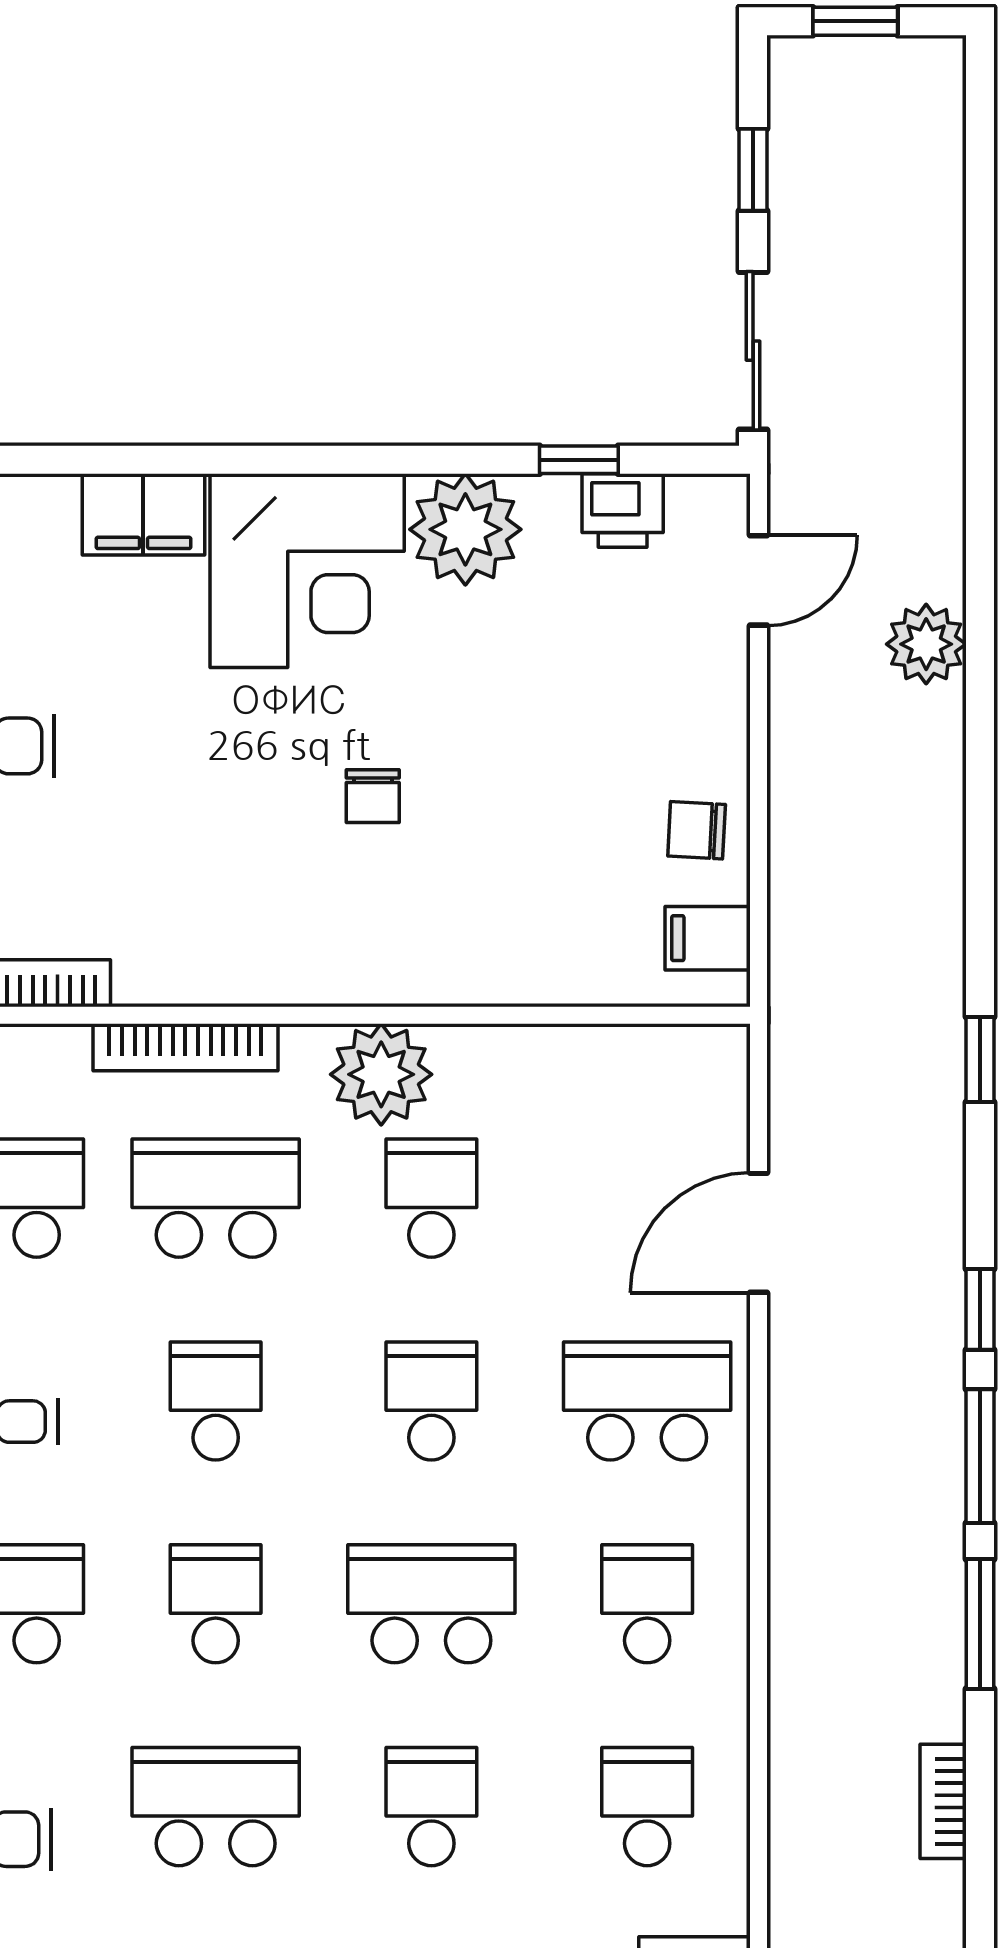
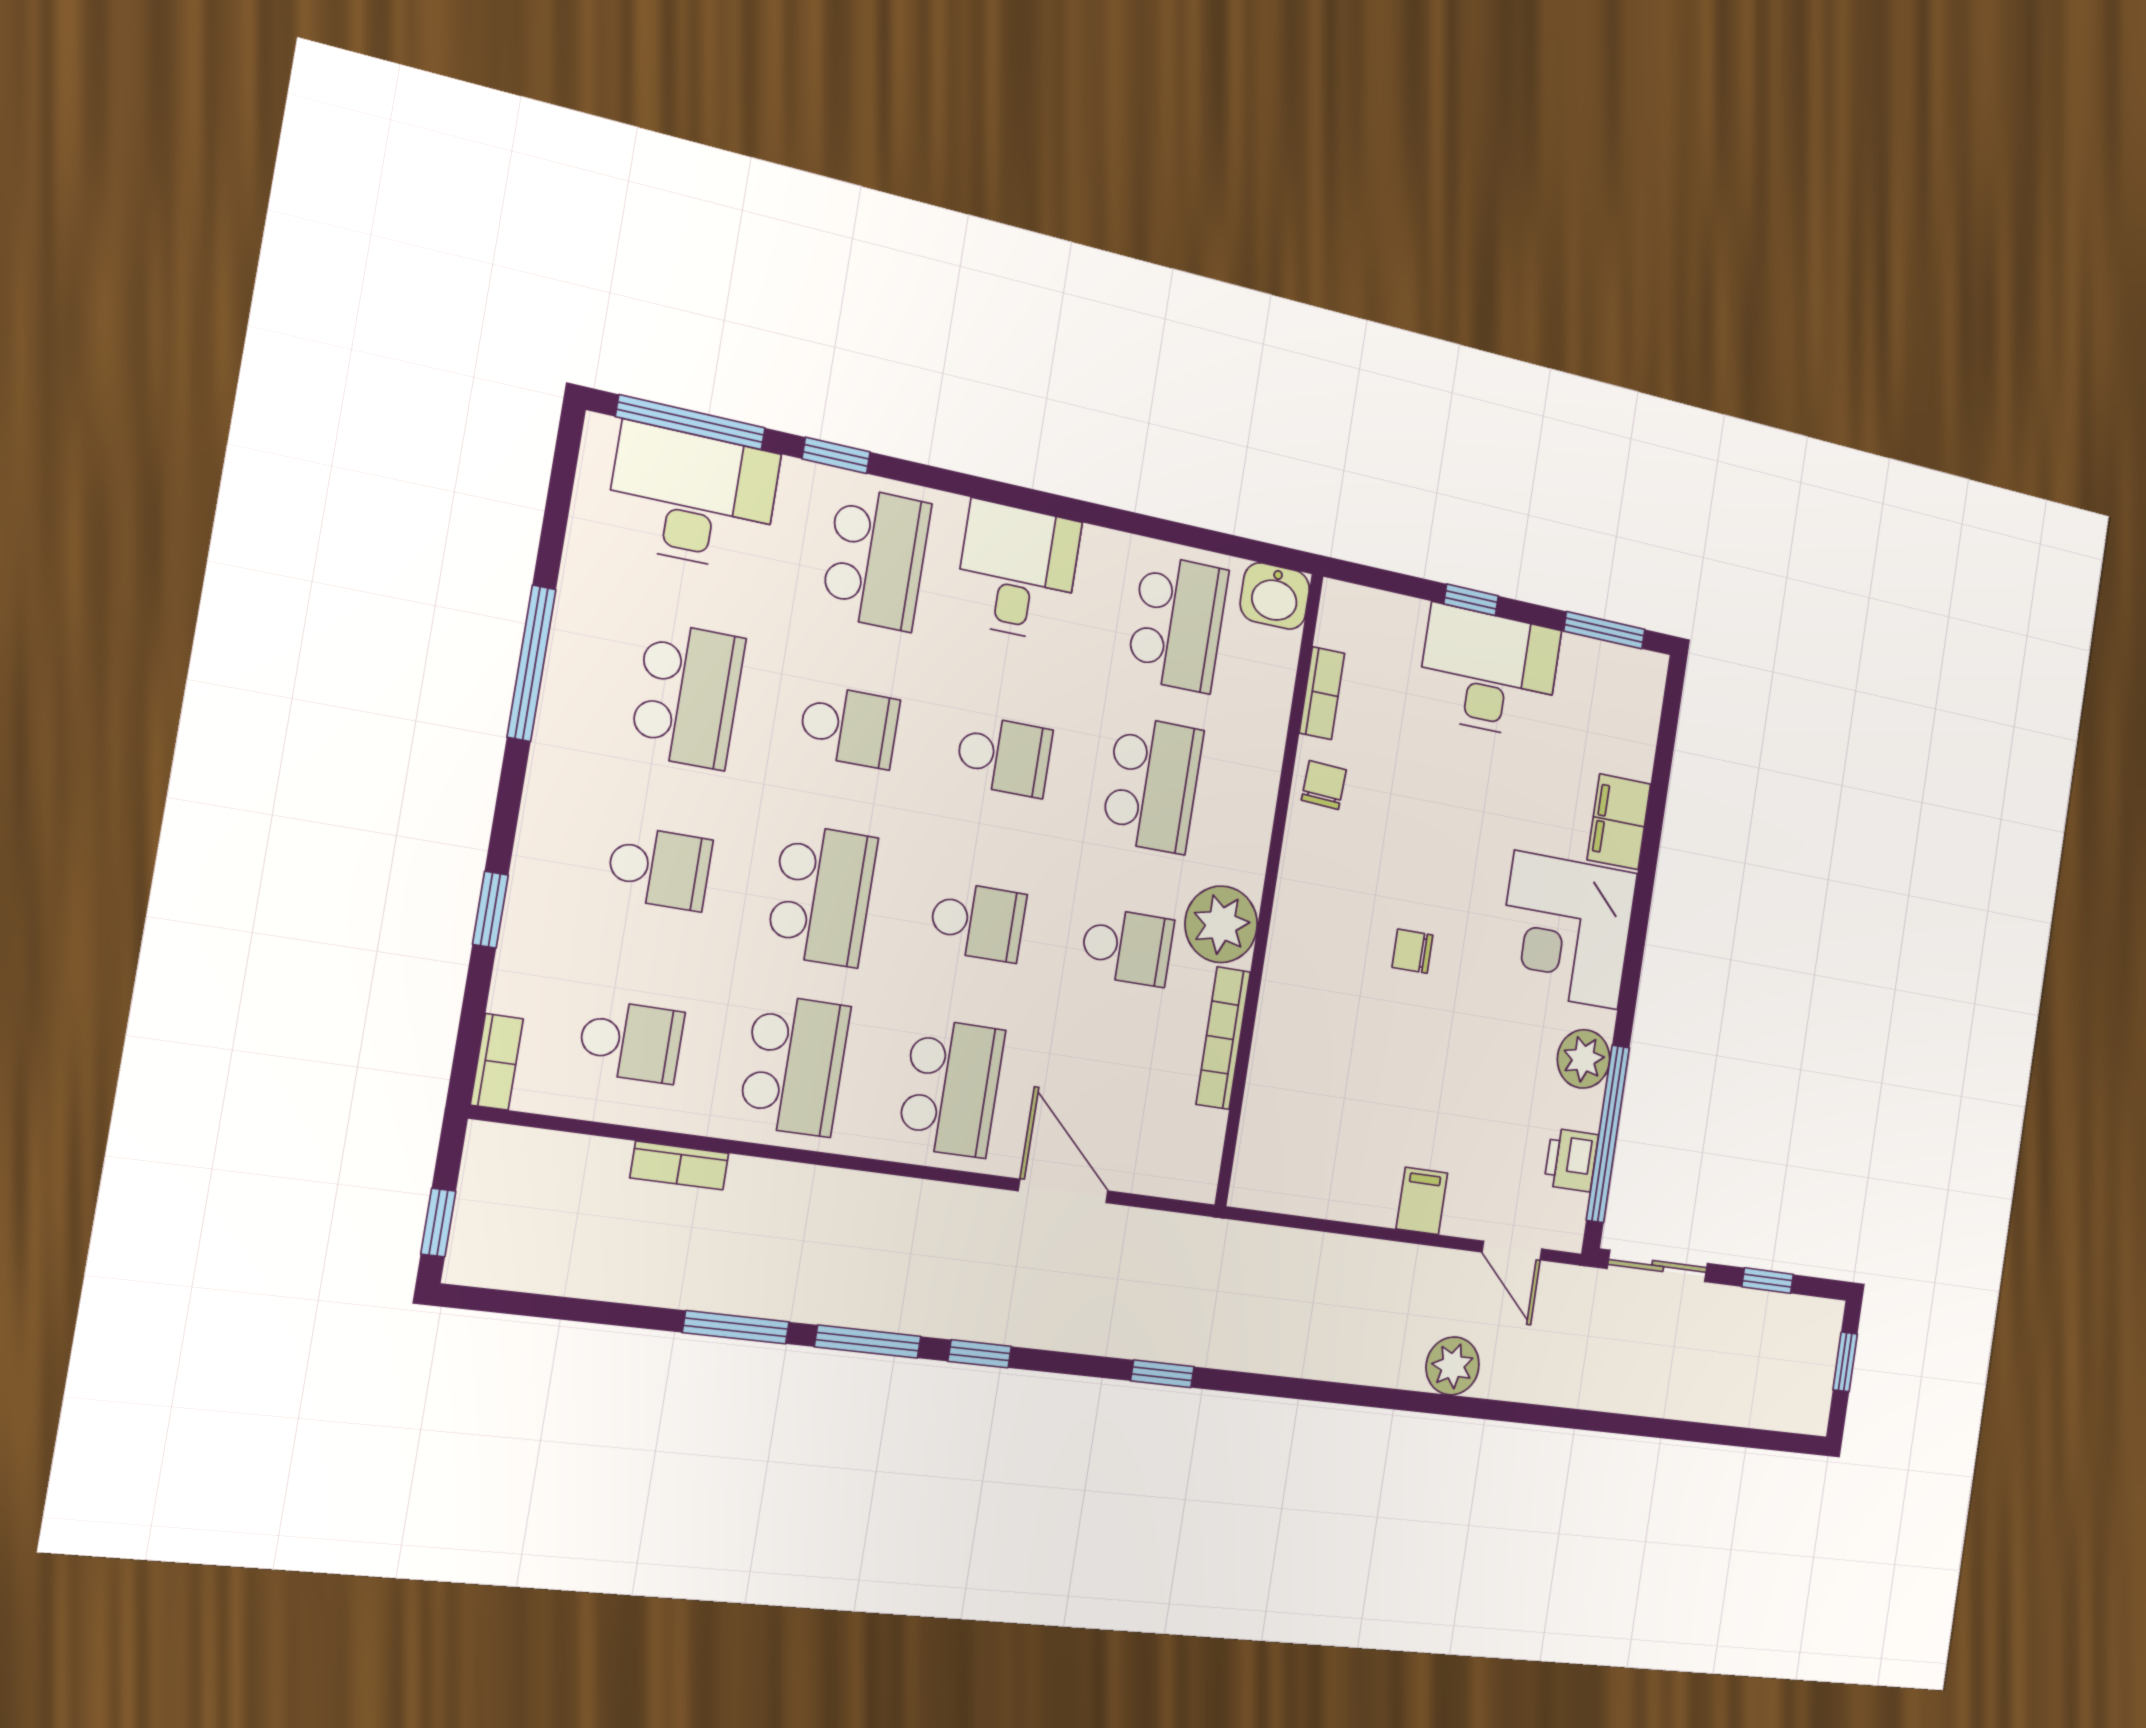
window: (579, 460) -> (1608, 1134), width x3.17
plant: (465, 529) -> (1584, 1059), width x0.73, depth x0.73
chair: (697, 830) -> (1324, 785), moved
filing cabinet: (708, 938) -> (1422, 1201), moved
bookcase: (185, 1047) -> (1223, 1038), moved
school desk: (647, 1604) -> (795, 1065), width x1.85
bookcase: (943, 1801) -> (679, 1166), moved, turned 180

